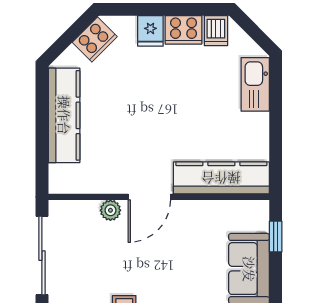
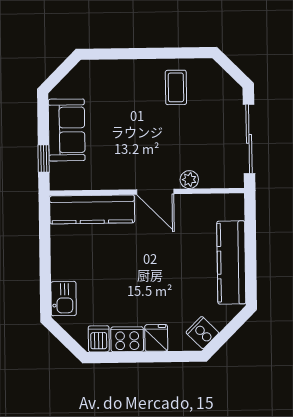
cooker: (95, 40) -> (202, 333), width x0.73
kitchen sink: (255, 84) -> (64, 299), width x0.73
door: (149, 197) -> (155, 192), swing flipped

